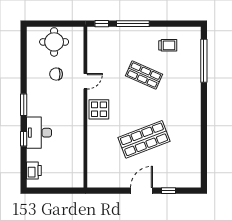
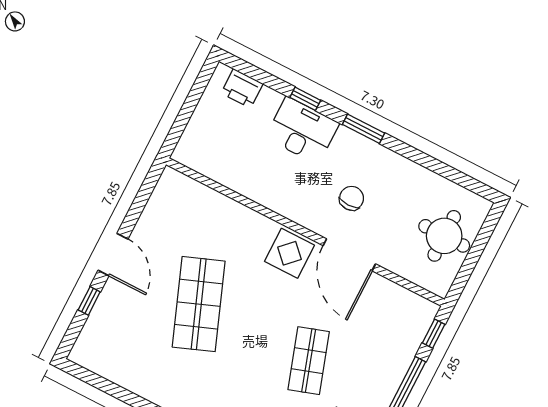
chair: (56, 74) -> (352, 198), moved
shop shelf: (144, 75) -> (309, 361), turned -42
door: (85, 81) -> (349, 255), width x1.87

